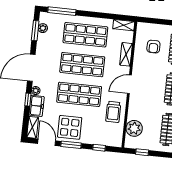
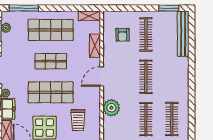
shop shelf: (82, 65) -> (51, 61), width x0.70, depth x0.74
trolley: (113, 112) -> (78, 120), moved
plant: (134, 128) -> (111, 108), moved

